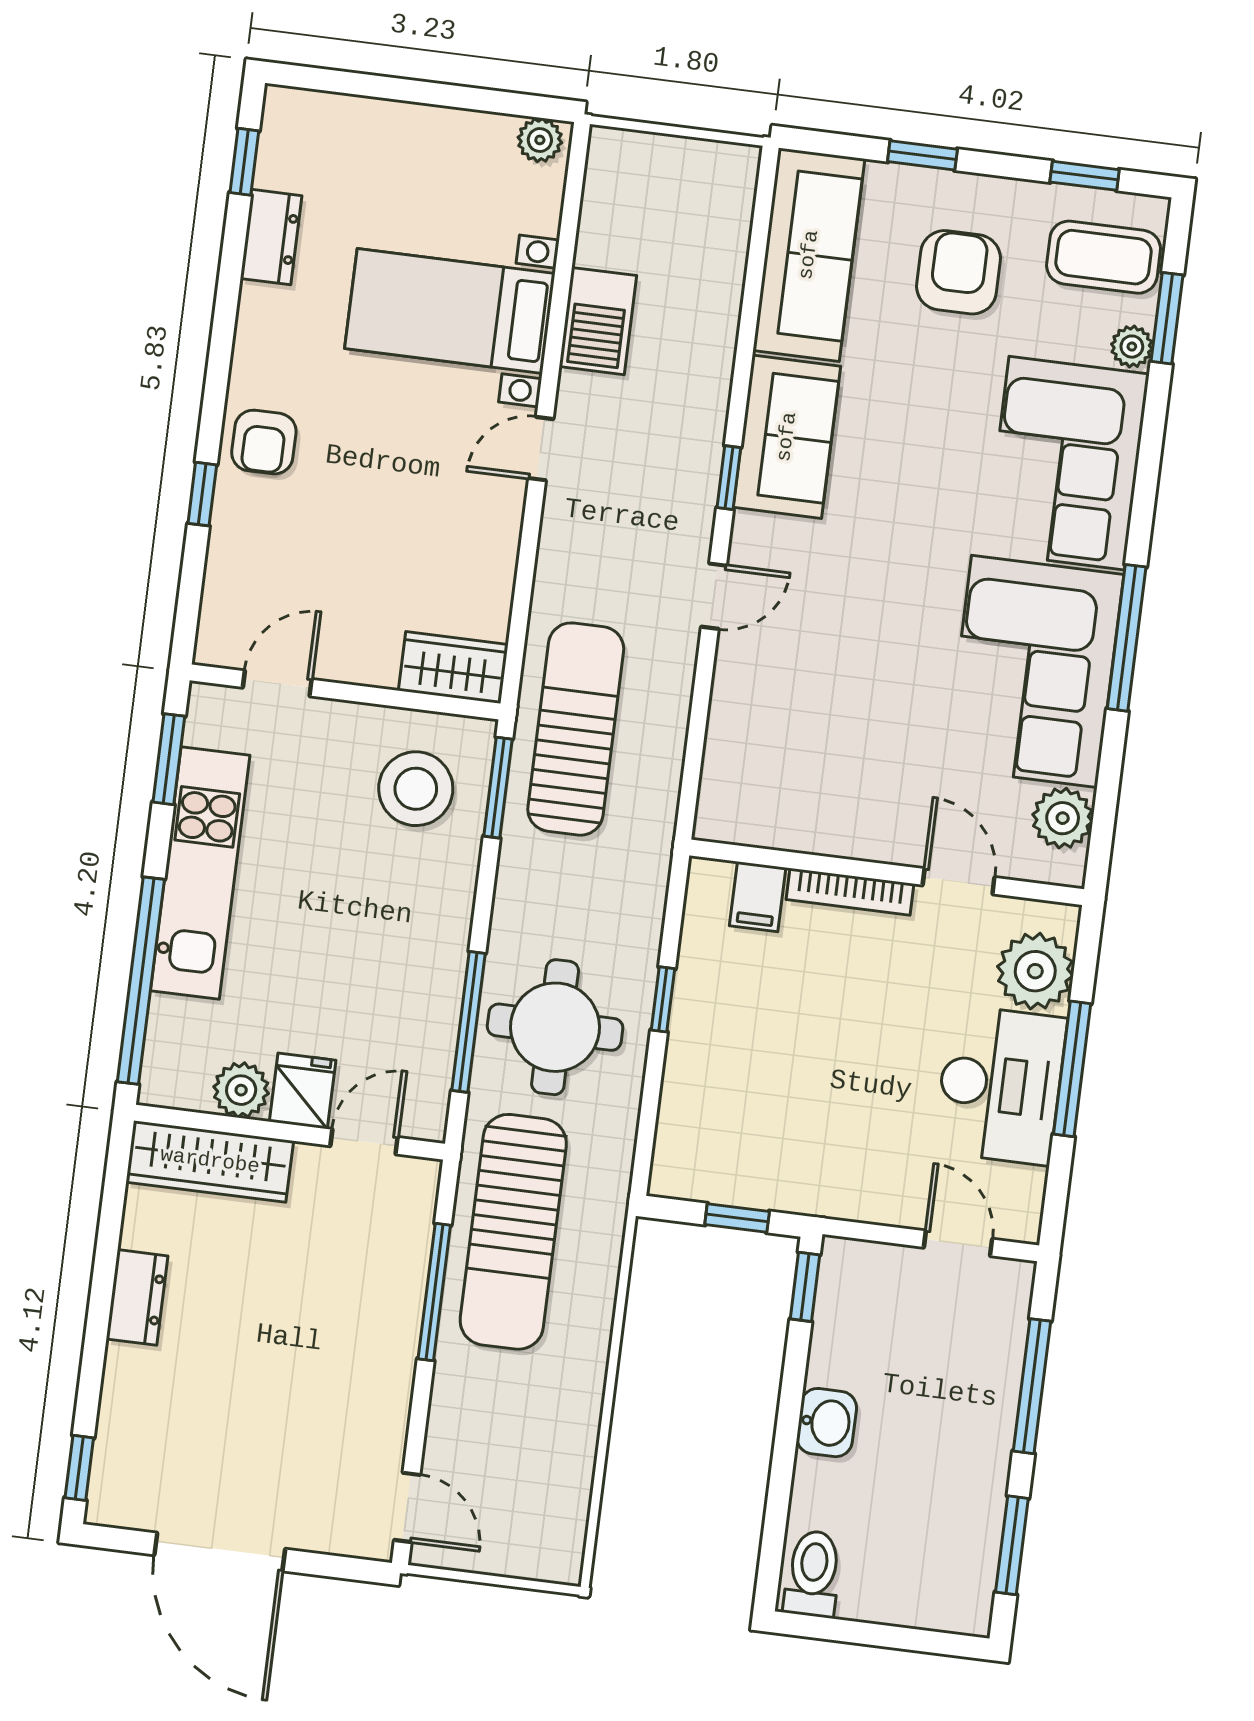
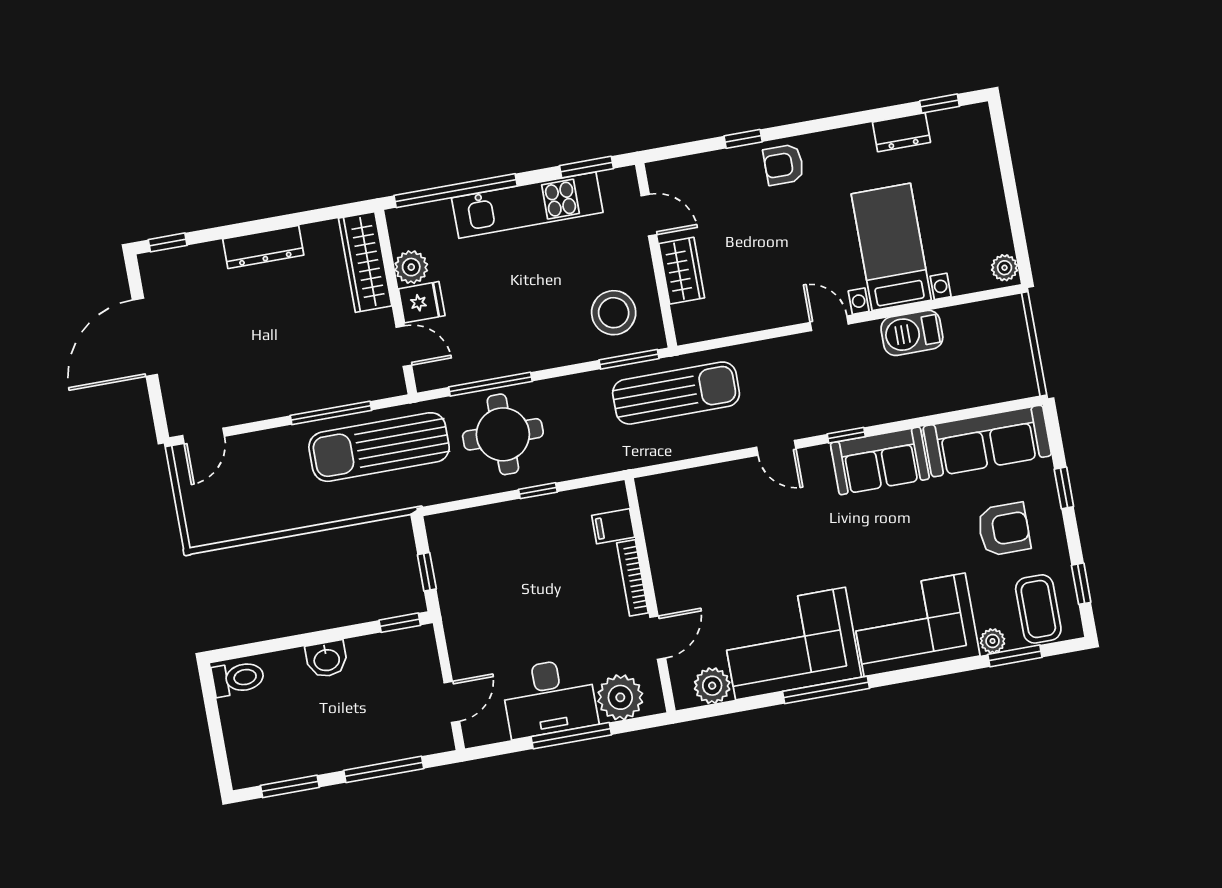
wardrobe: (453, 667) -> (682, 271), moved
dresser: (137, 1297) -> (263, 247), width x1.44

